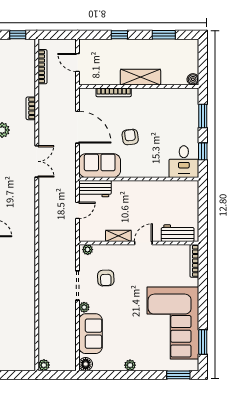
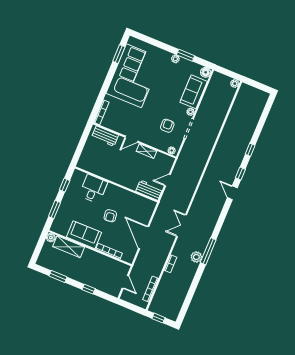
shelving: (140, 77) -> (69, 247), moved
desk: (184, 162) -> (93, 189), moved
sofa: (100, 166) -> (84, 235), moved, turned 180
window: (178, 375) -> (186, 55), moved

